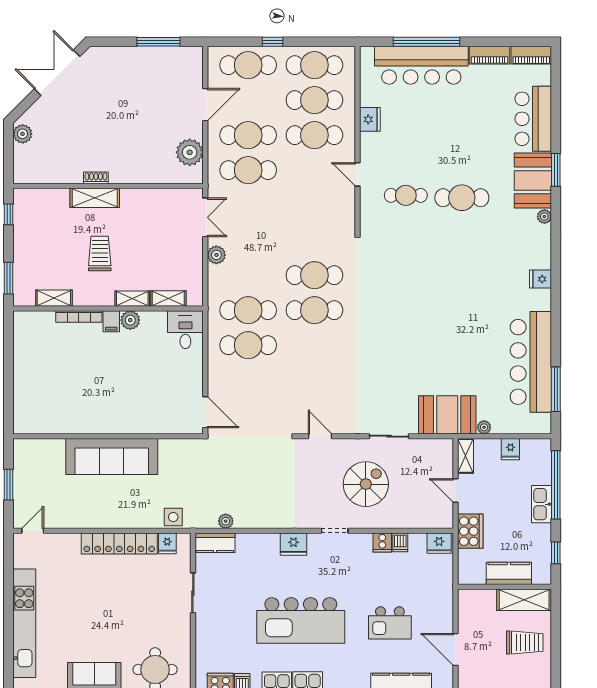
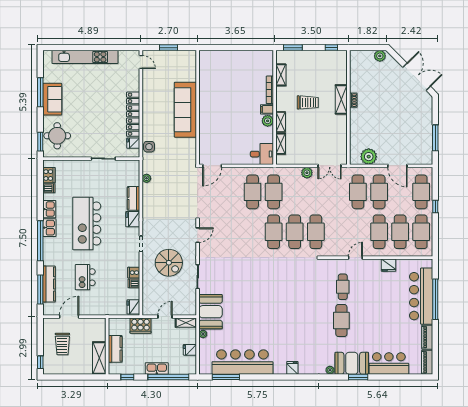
cafe table: (314, 240) -> (316, 232), added
kitchen counter: (215, 543) -> (134, 198), moved
trolley: (525, 643) -> (62, 344), moved

